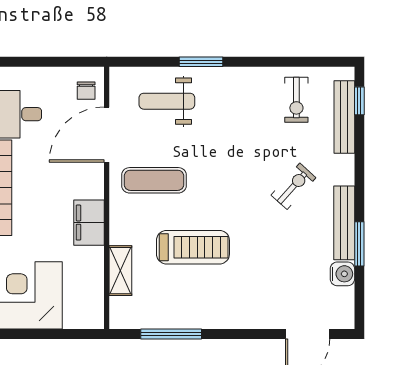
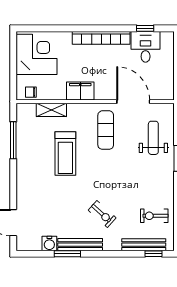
chair: (86, 91) -> (31, 92), moved

